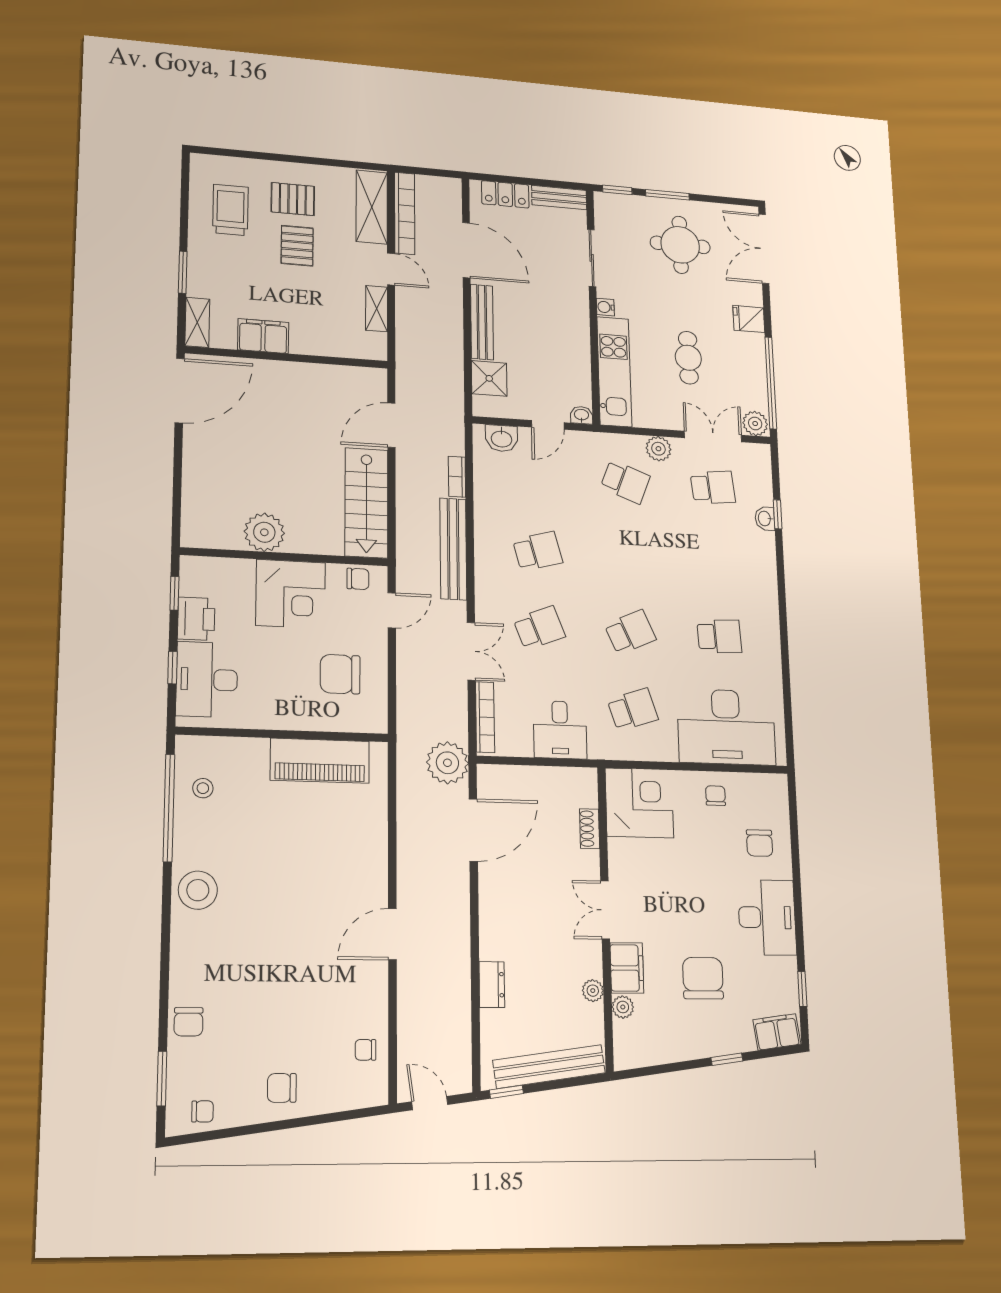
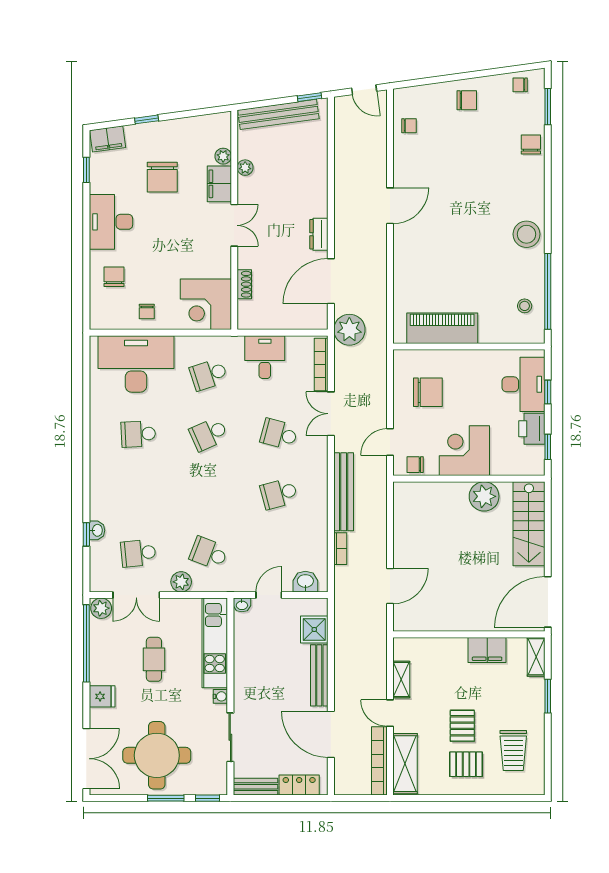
round table: (680, 245) -> (157, 755), width x1.36, depth x1.36
stairs: (366, 503) -> (529, 524), moved, turned 180
school desk: (539, 628) -> (279, 434), turned 36
dresser: (492, 985) -> (319, 234), moved

